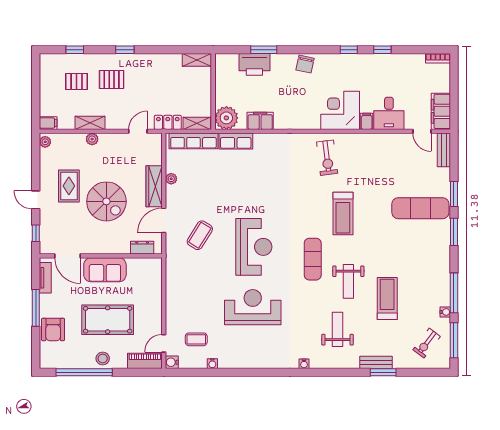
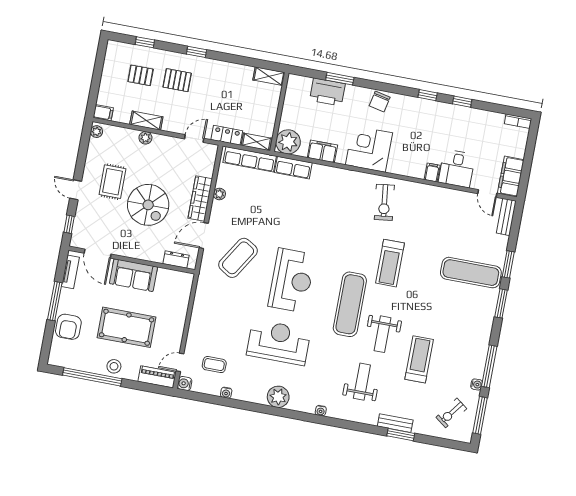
corner desk: (340, 110) -> (369, 149), moved
coffee table: (200, 235) -> (238, 258), width x1.36, depth x1.32
exercise mat: (313, 259) -> (350, 304), width x1.36, depth x1.45
plant: (262, 358) -> (278, 397), added

